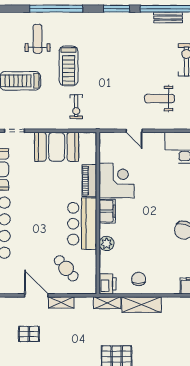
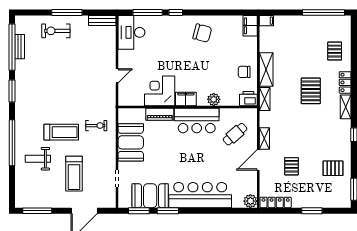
weight bench: (160, 99) -> (89, 54), removed

